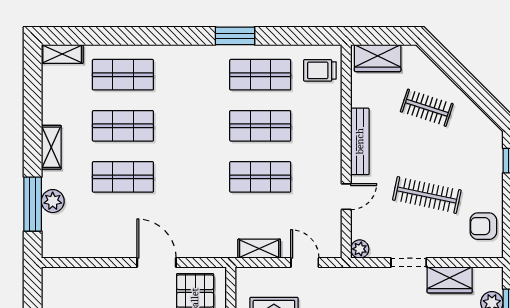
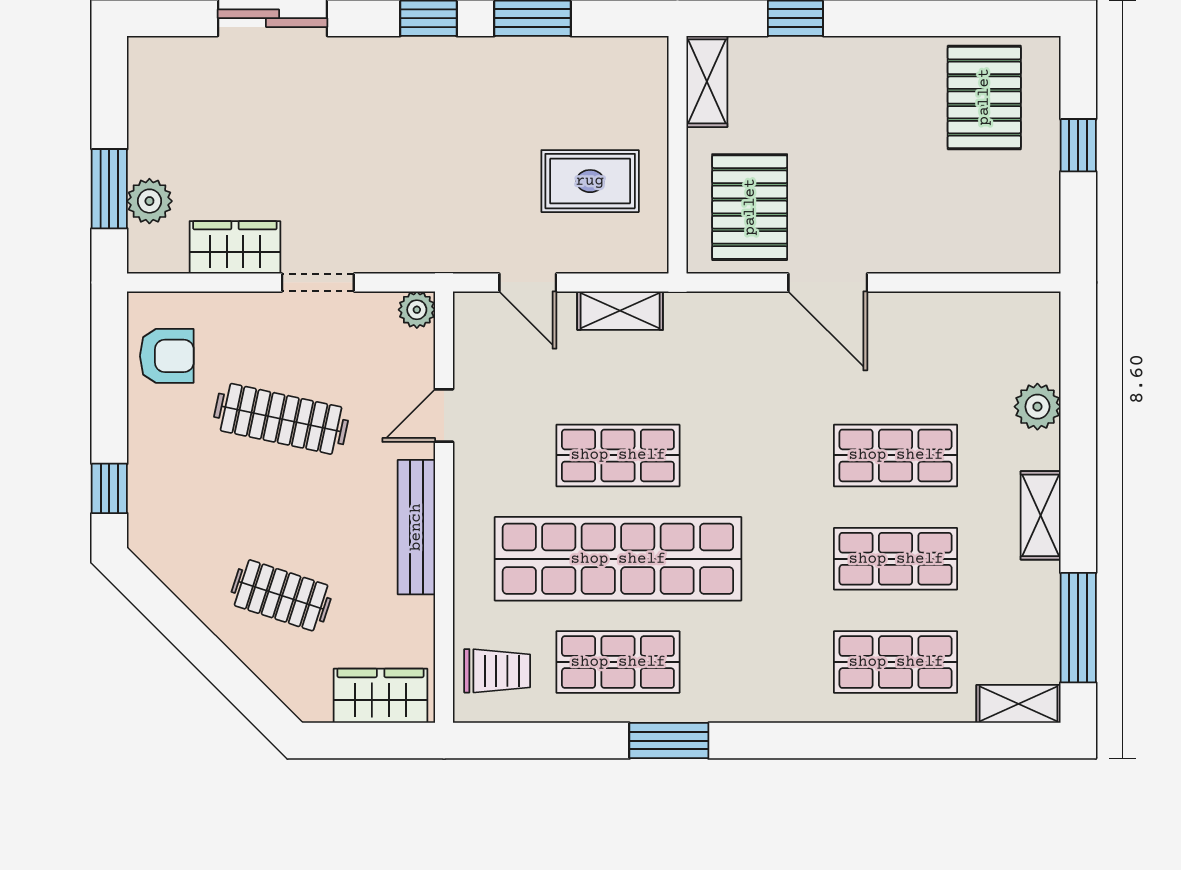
shop shelf: (260, 126) -> (618, 559), width x2.00, depth x1.36
window: (33, 204) -> (1078, 628), moved

